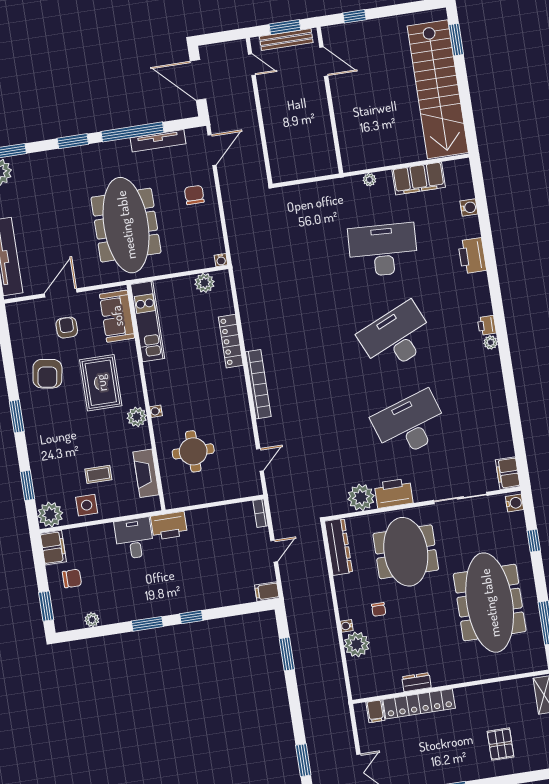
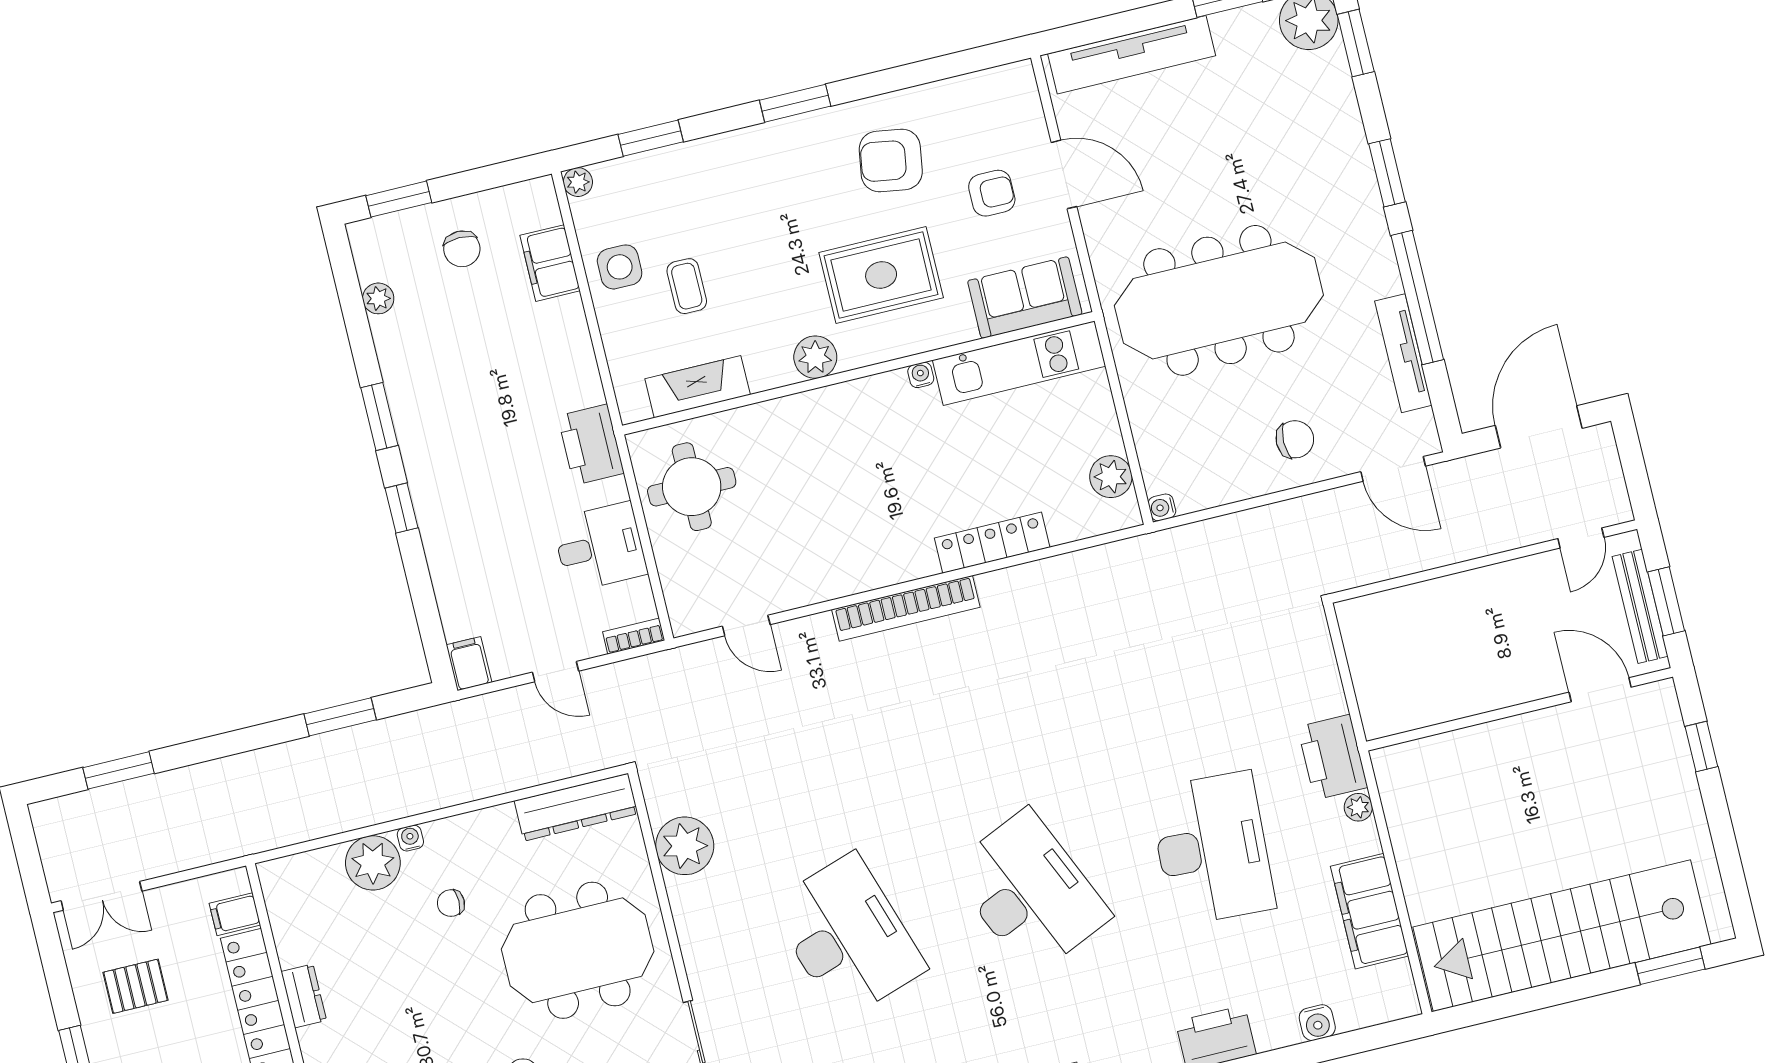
door: (324, 62) -> (1600, 690), swing flipped
water cooler: (156, 411) -> (921, 375), moved
round table: (193, 451) -> (692, 487), moved
printer: (394, 493) -> (1333, 757), moved, turned 180
plant: (50, 515) -> (578, 182), width x0.53, depth x0.53
desk: (134, 538) -> (600, 547), moved
filing cabinet: (53, 548) -> (550, 263), moved, turned 90
pallet: (405, 761) -> (135, 986), added

